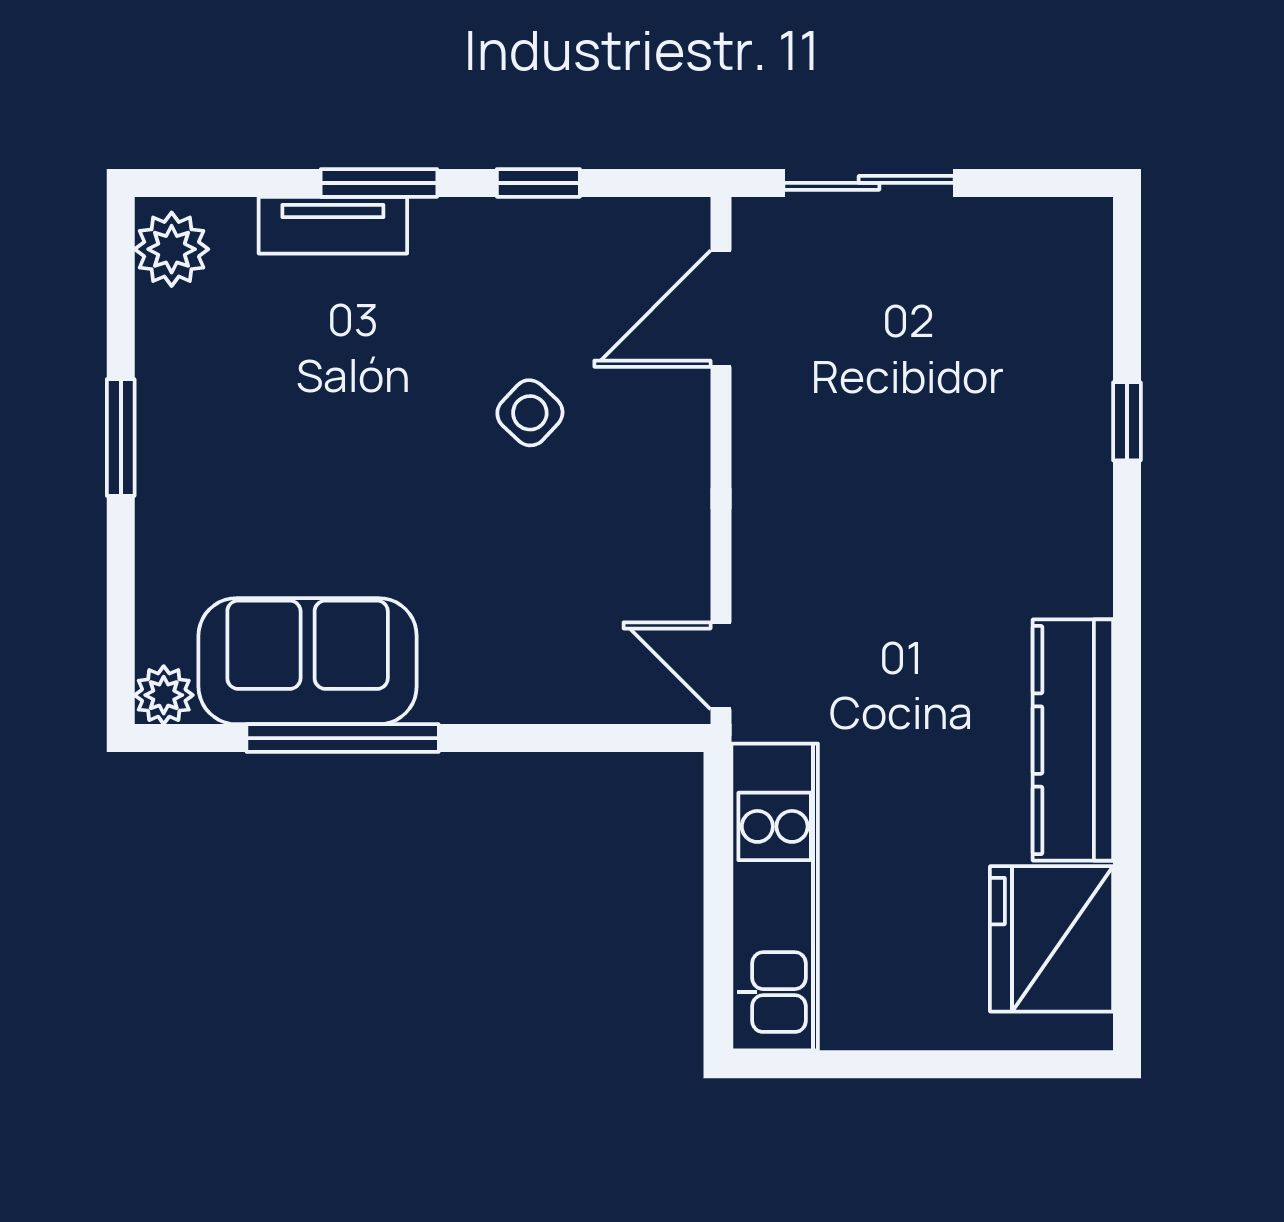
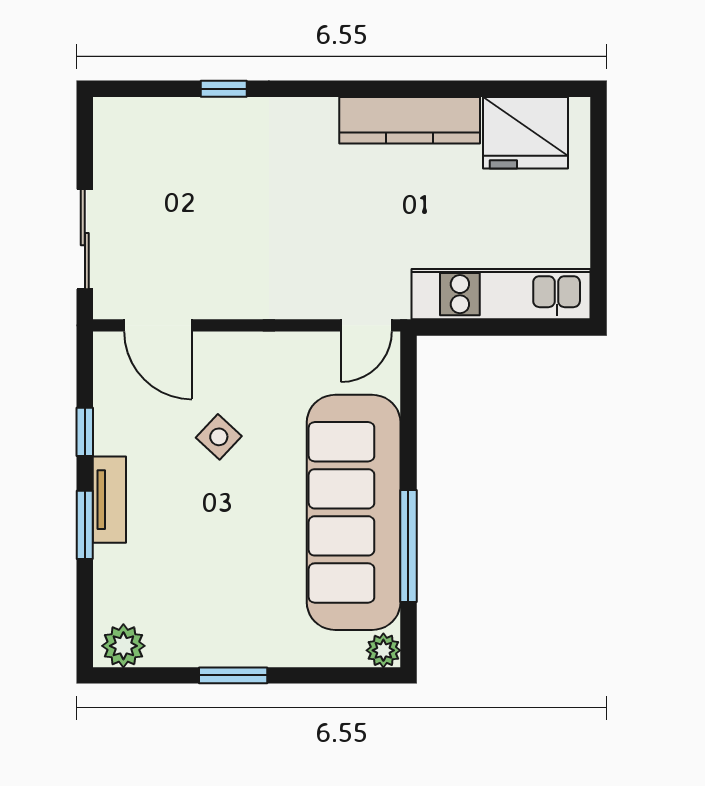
tv unit: (333, 225) -> (109, 500), moved
sofa: (308, 661) -> (354, 512), width x1.85, depth x1.27

